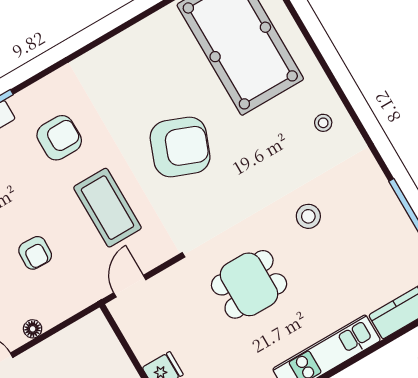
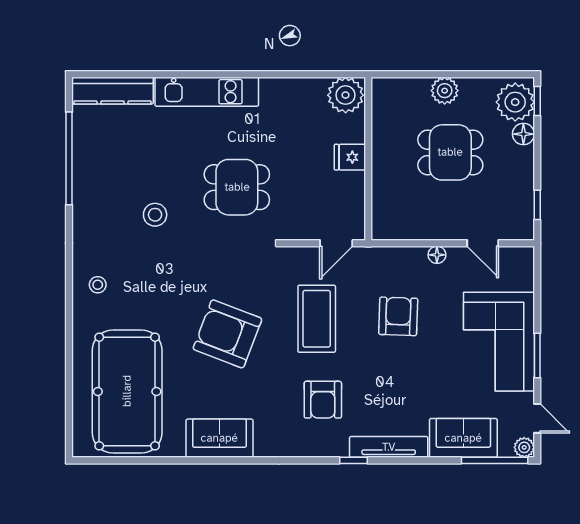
sofa: (132, 49) -> (219, 438), added
armchair: (59, 138) -> (323, 400), turned -90
armchair: (35, 253) -> (398, 316), width x1.38, depth x1.38

